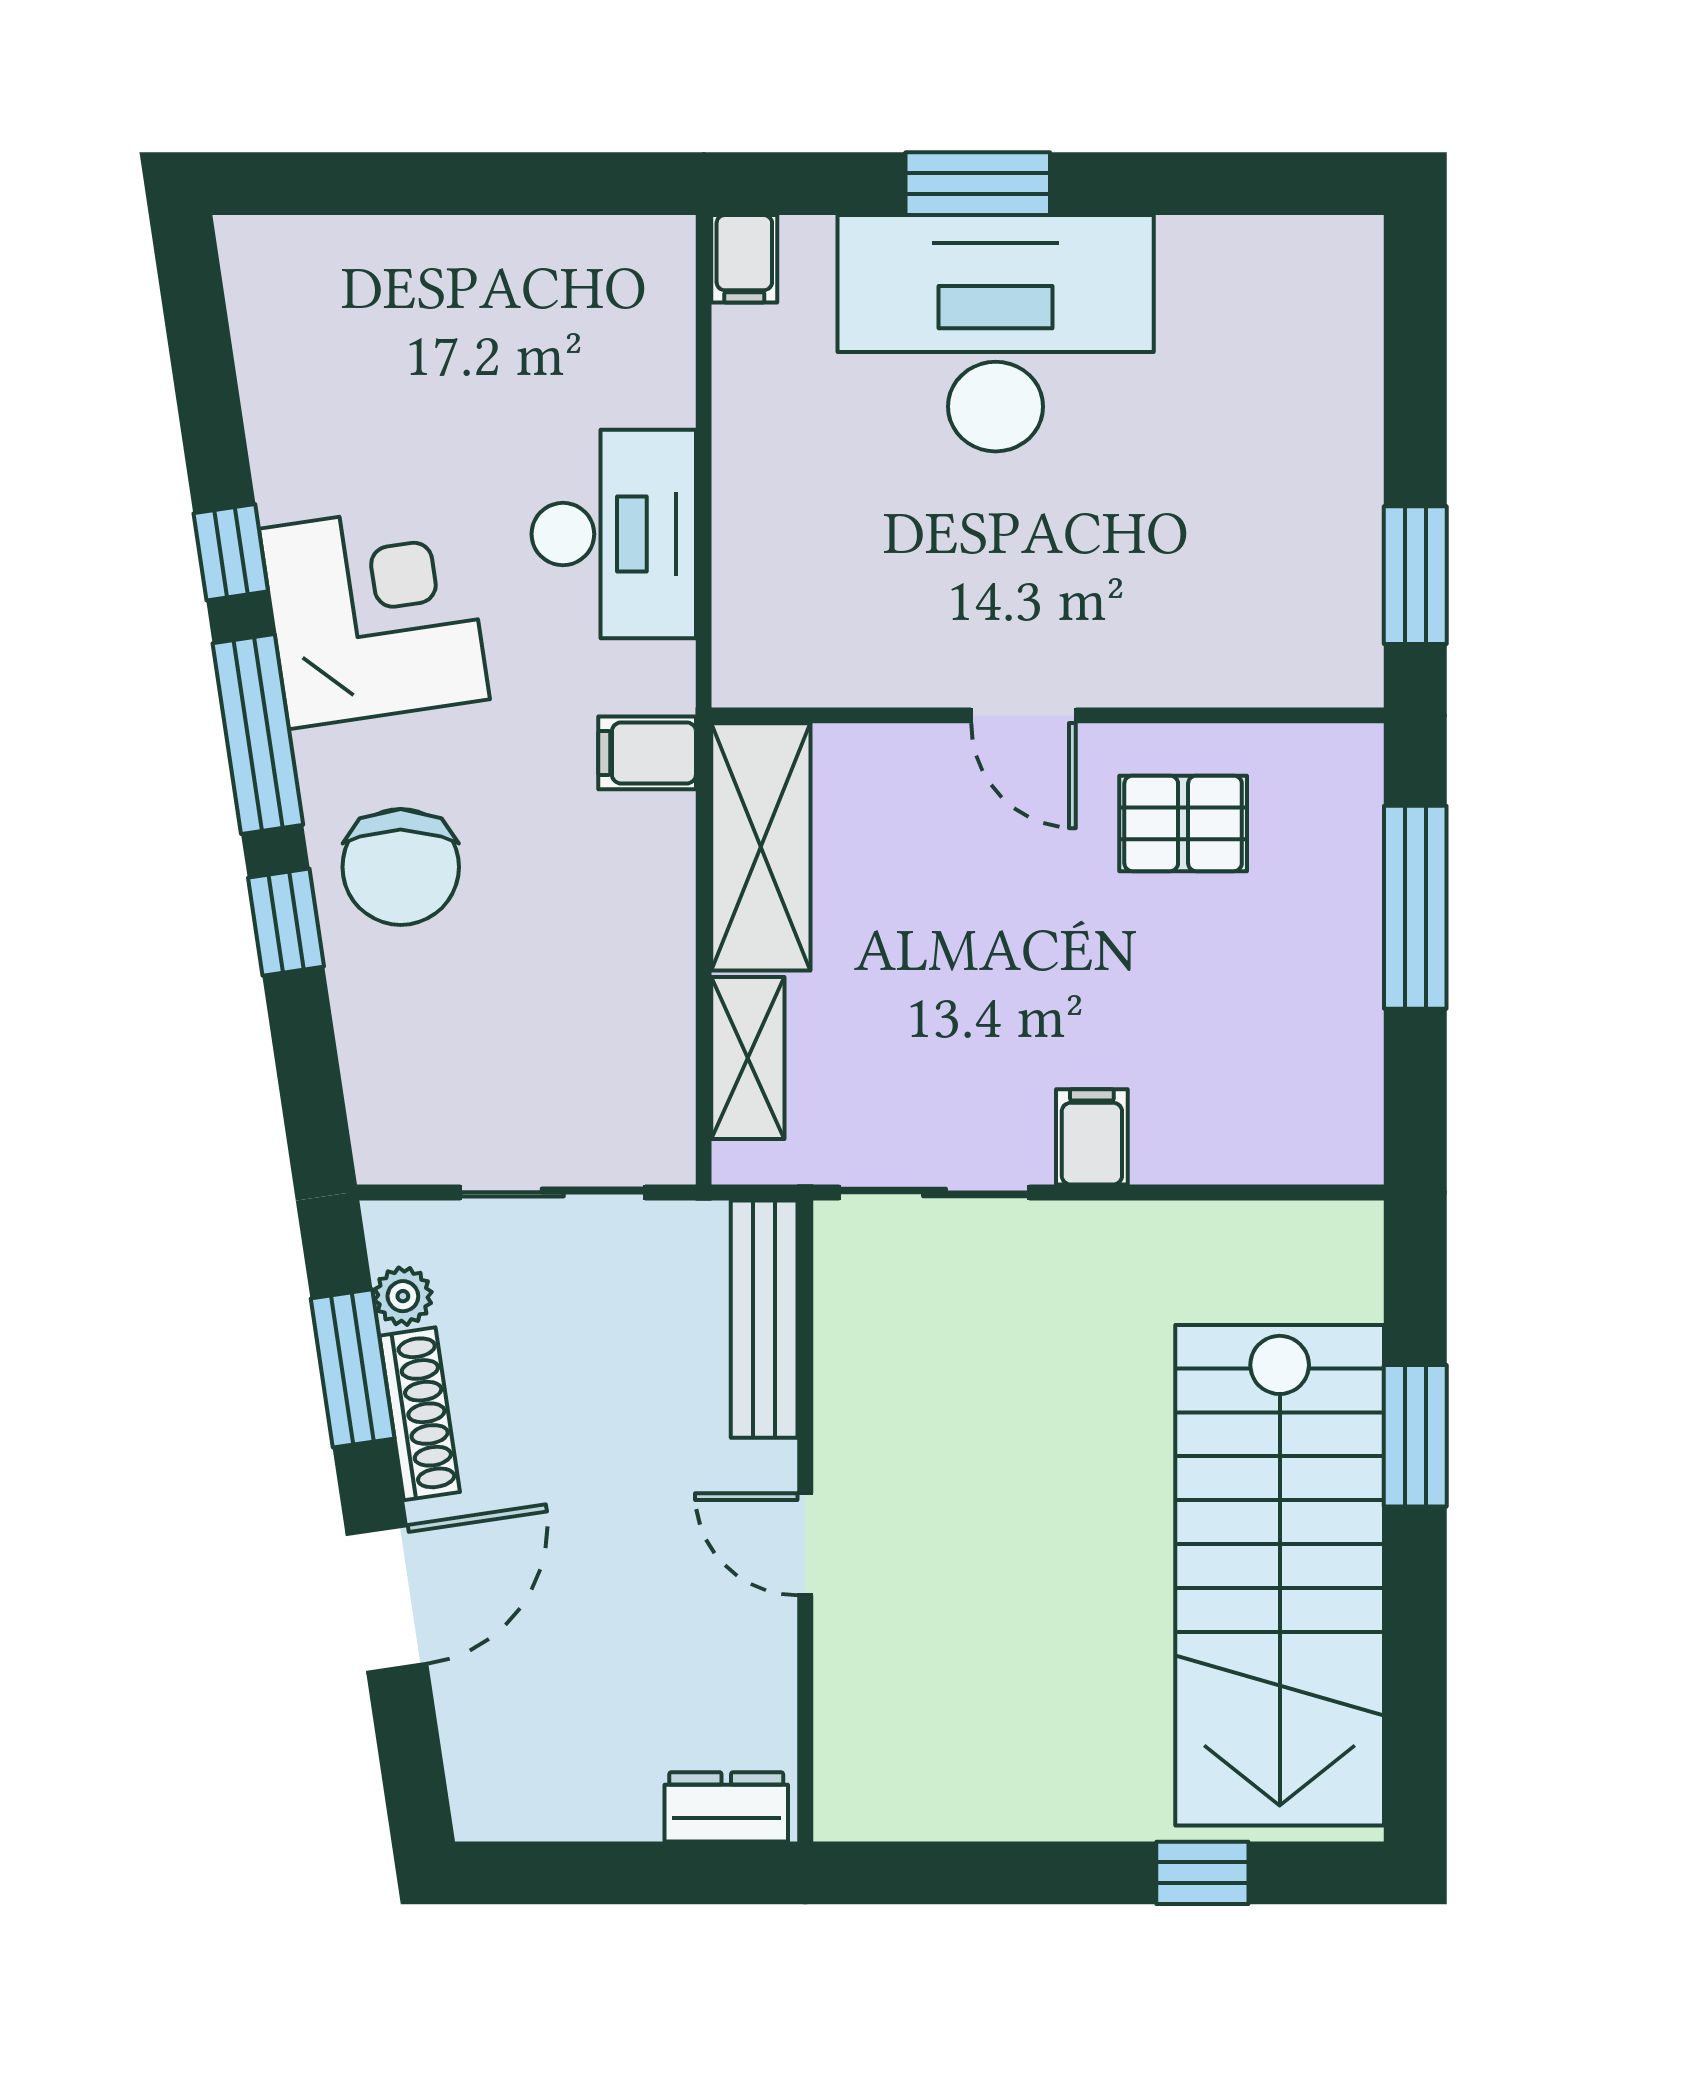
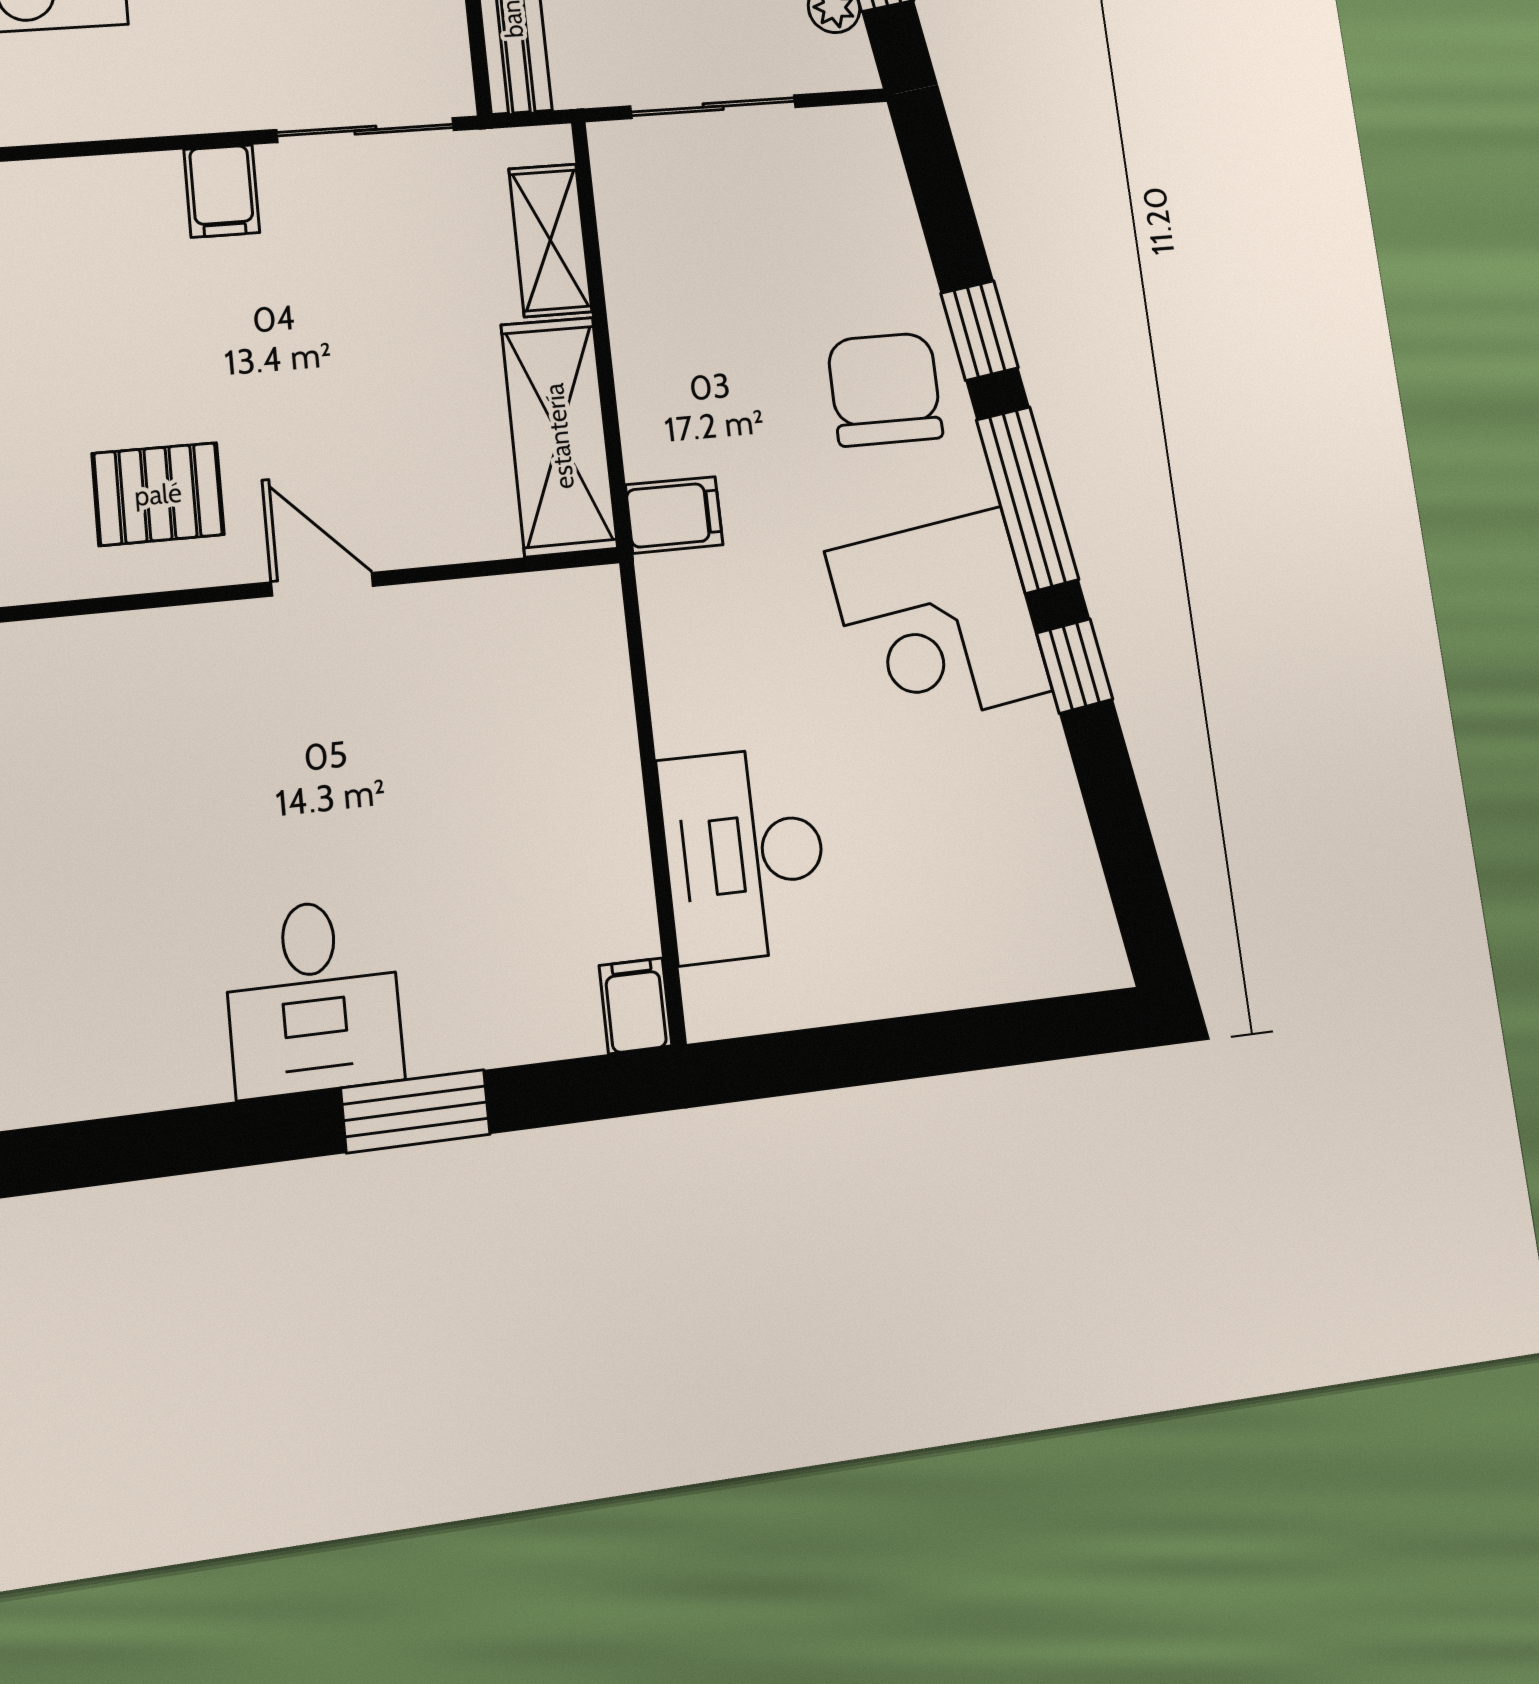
desk: (996, 333) -> (313, 997), width x0.53, depth x0.77
desk: (614, 534) -> (744, 854), moved

